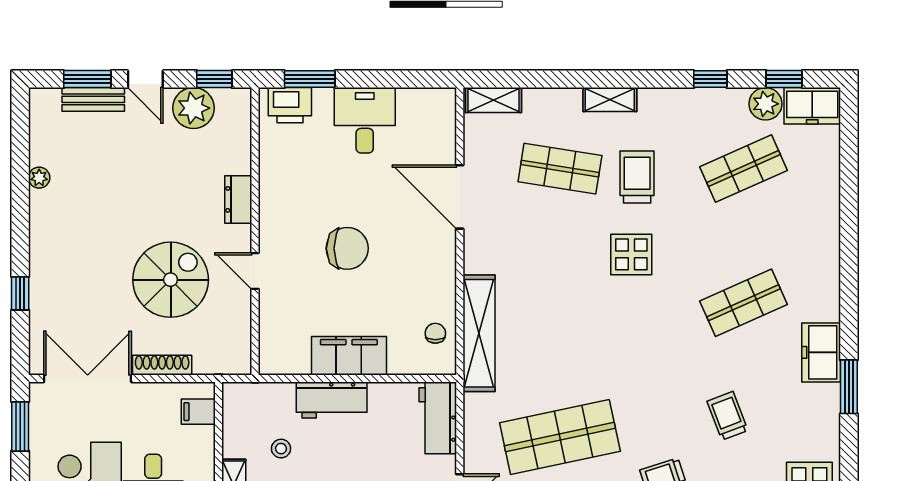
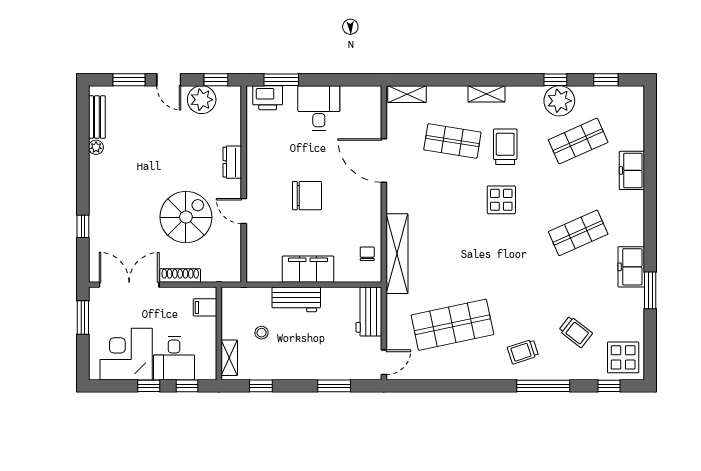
bench: (93, 99) -> (97, 117), moved, turned 90
plant: (765, 104) -> (559, 101), moved, width x1.36, depth x1.36
freezer: (812, 106) -> (632, 170), moved, turned 90
trolley: (727, 416) -> (576, 332), moved, turned 149

